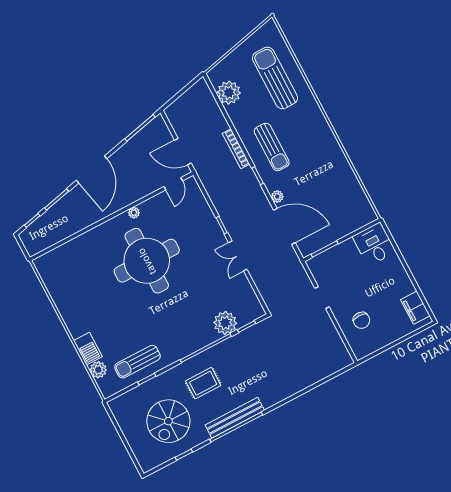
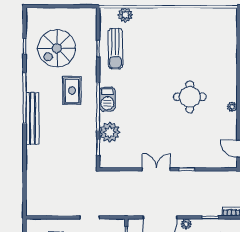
round table: (147, 261) -> (190, 97), width x0.54, depth x0.54
barbecue: (88, 349) -> (107, 99), moved, turned -90
sun lounger: (137, 362) -> (115, 49), turned 180
bench: (235, 418) -> (32, 118), moved
spiral stairs: (168, 421) -> (57, 48), turned -90

